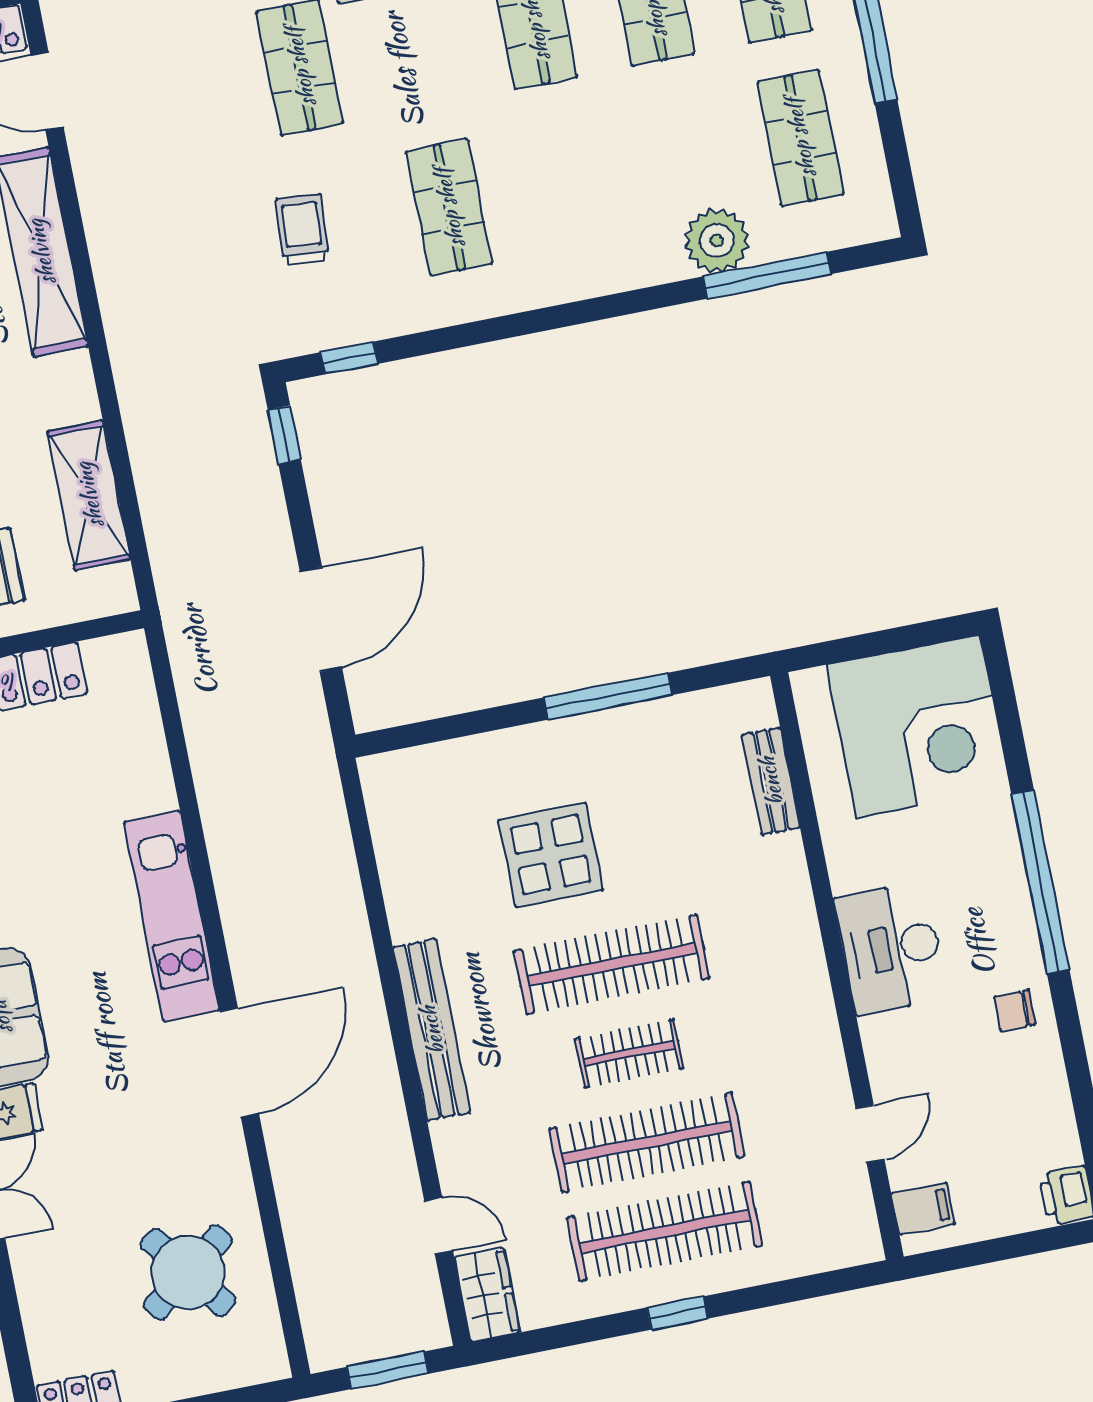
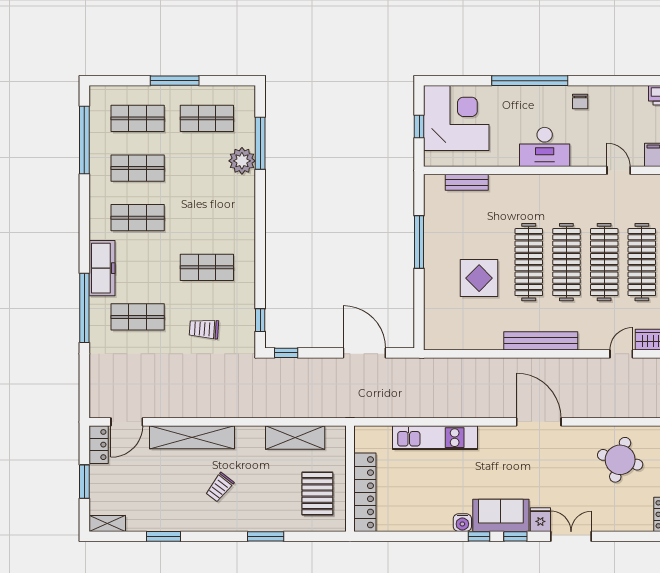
window: (880, 642) -> (419, 127), added
kitchen unit: (172, 916) -> (435, 438), moved
clothes rail: (629, 1053) -> (566, 262), width x1.86, depth x1.31
round table: (188, 1272) -> (620, 460), turned -37

